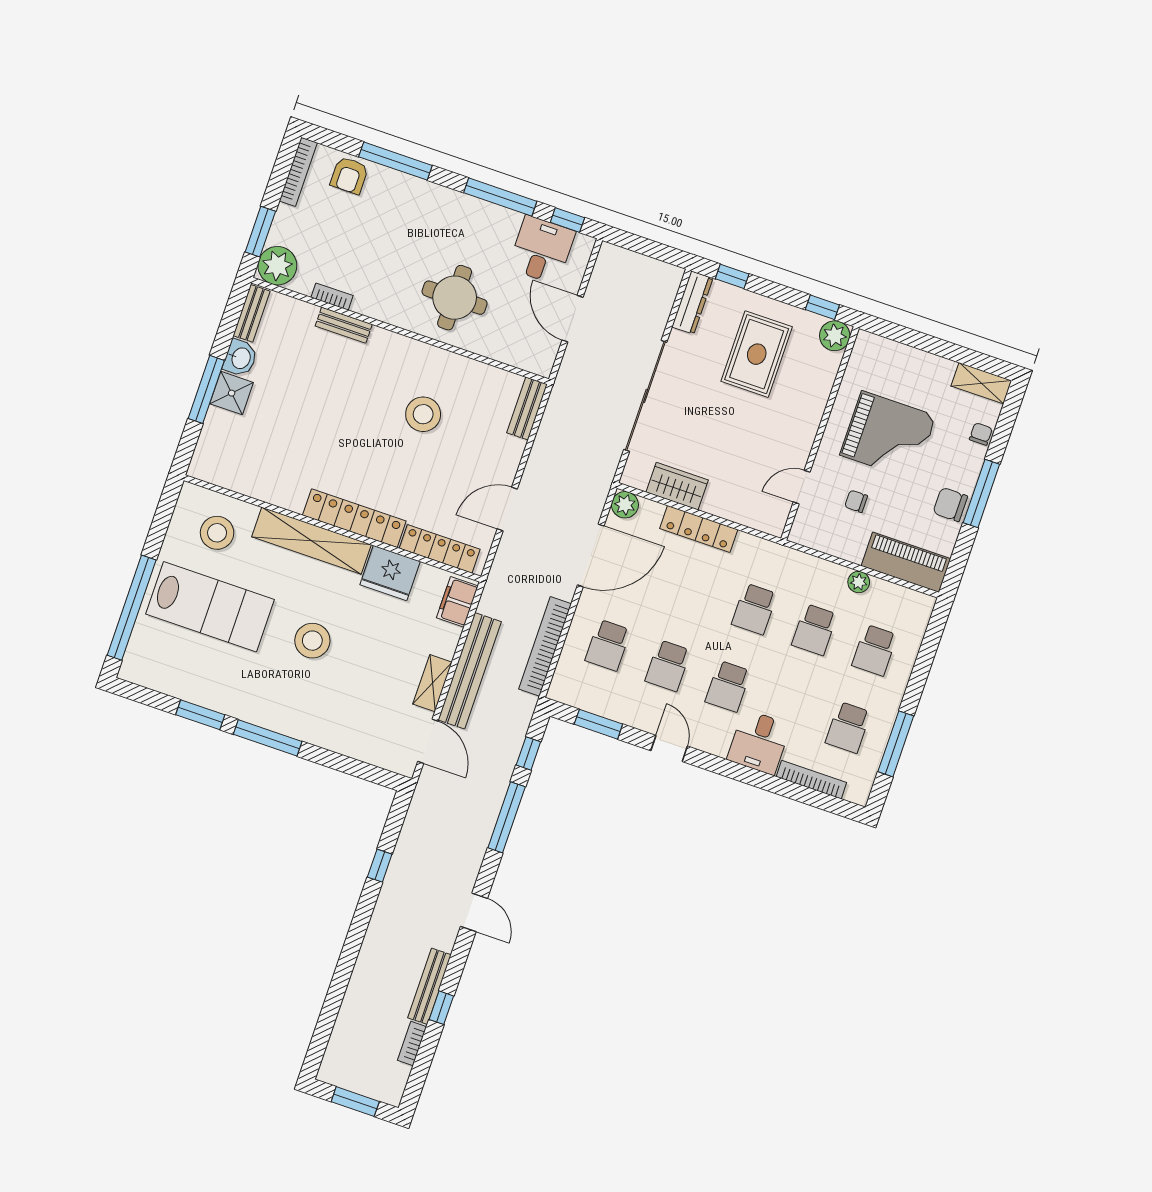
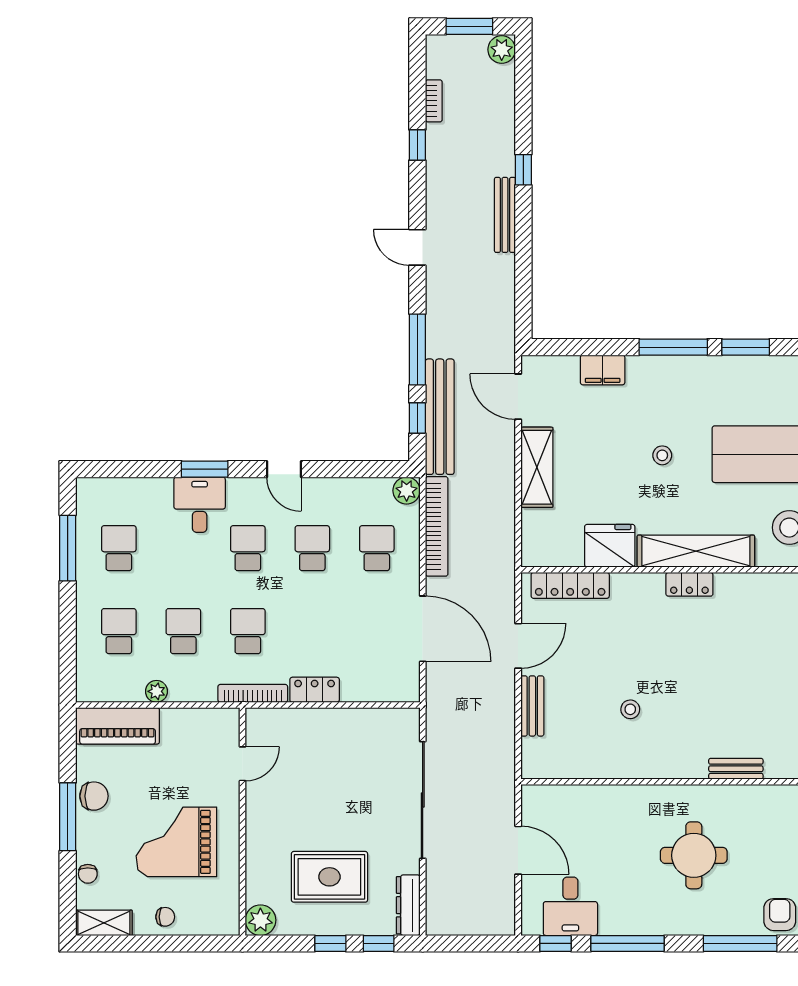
bookcase: (332, 297) -> (757, 792), removed
round table: (455, 298) -> (694, 855), moved
window: (822, 307) -> (330, 943), moved
rug: (757, 354) -> (329, 877), turned 90
bench: (527, 408) -> (532, 706), moved
stool: (423, 414) -> (630, 709), width x0.53, depth x0.53
wardrobe: (677, 486) -> (362, 724), removed
chair: (856, 501) -> (165, 917), moved
plant: (625, 505) -> (407, 491), moved
locker: (354, 518) -> (689, 584), width x0.46, depth x0.83
locker: (699, 529) -> (315, 690), width x0.66
door: (591, 555) -> (423, 629), swing flipped
filing cabinet: (457, 602) -> (603, 370), moved, turned 90
stool: (312, 641) -> (662, 455), width x0.53, depth x0.53
bench: (470, 671) -> (440, 417), moved
shelving: (432, 683) -> (537, 467), width x1.50, depth x1.33
window: (598, 724) -> (205, 469), moved
bookcase: (811, 780) -> (253, 693), moved, turned 180
window: (380, 866) -> (523, 170), moved
bench: (430, 986) -> (505, 215), moved
plant: (333, 1070) -> (502, 50), added

